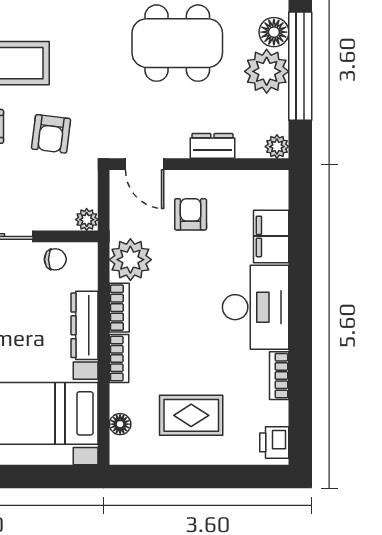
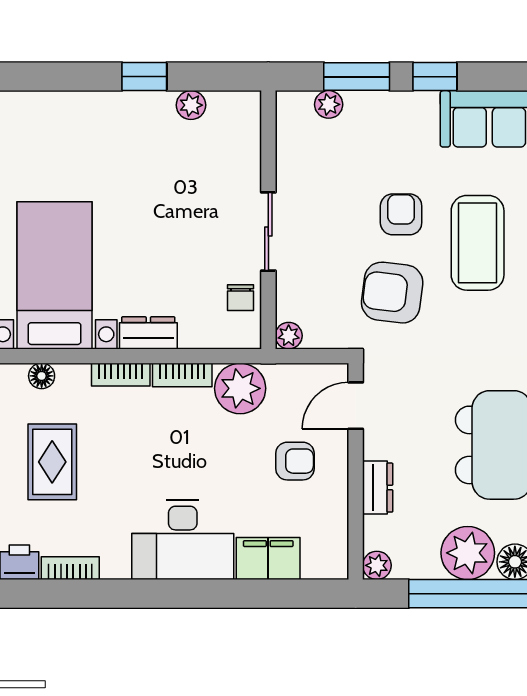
armchair: (51, 134) -> (392, 293), width x1.38, depth x1.38
dresser: (84, 325) -> (148, 333), width x0.70
bookcase: (279, 376) -> (70, 568), moved

